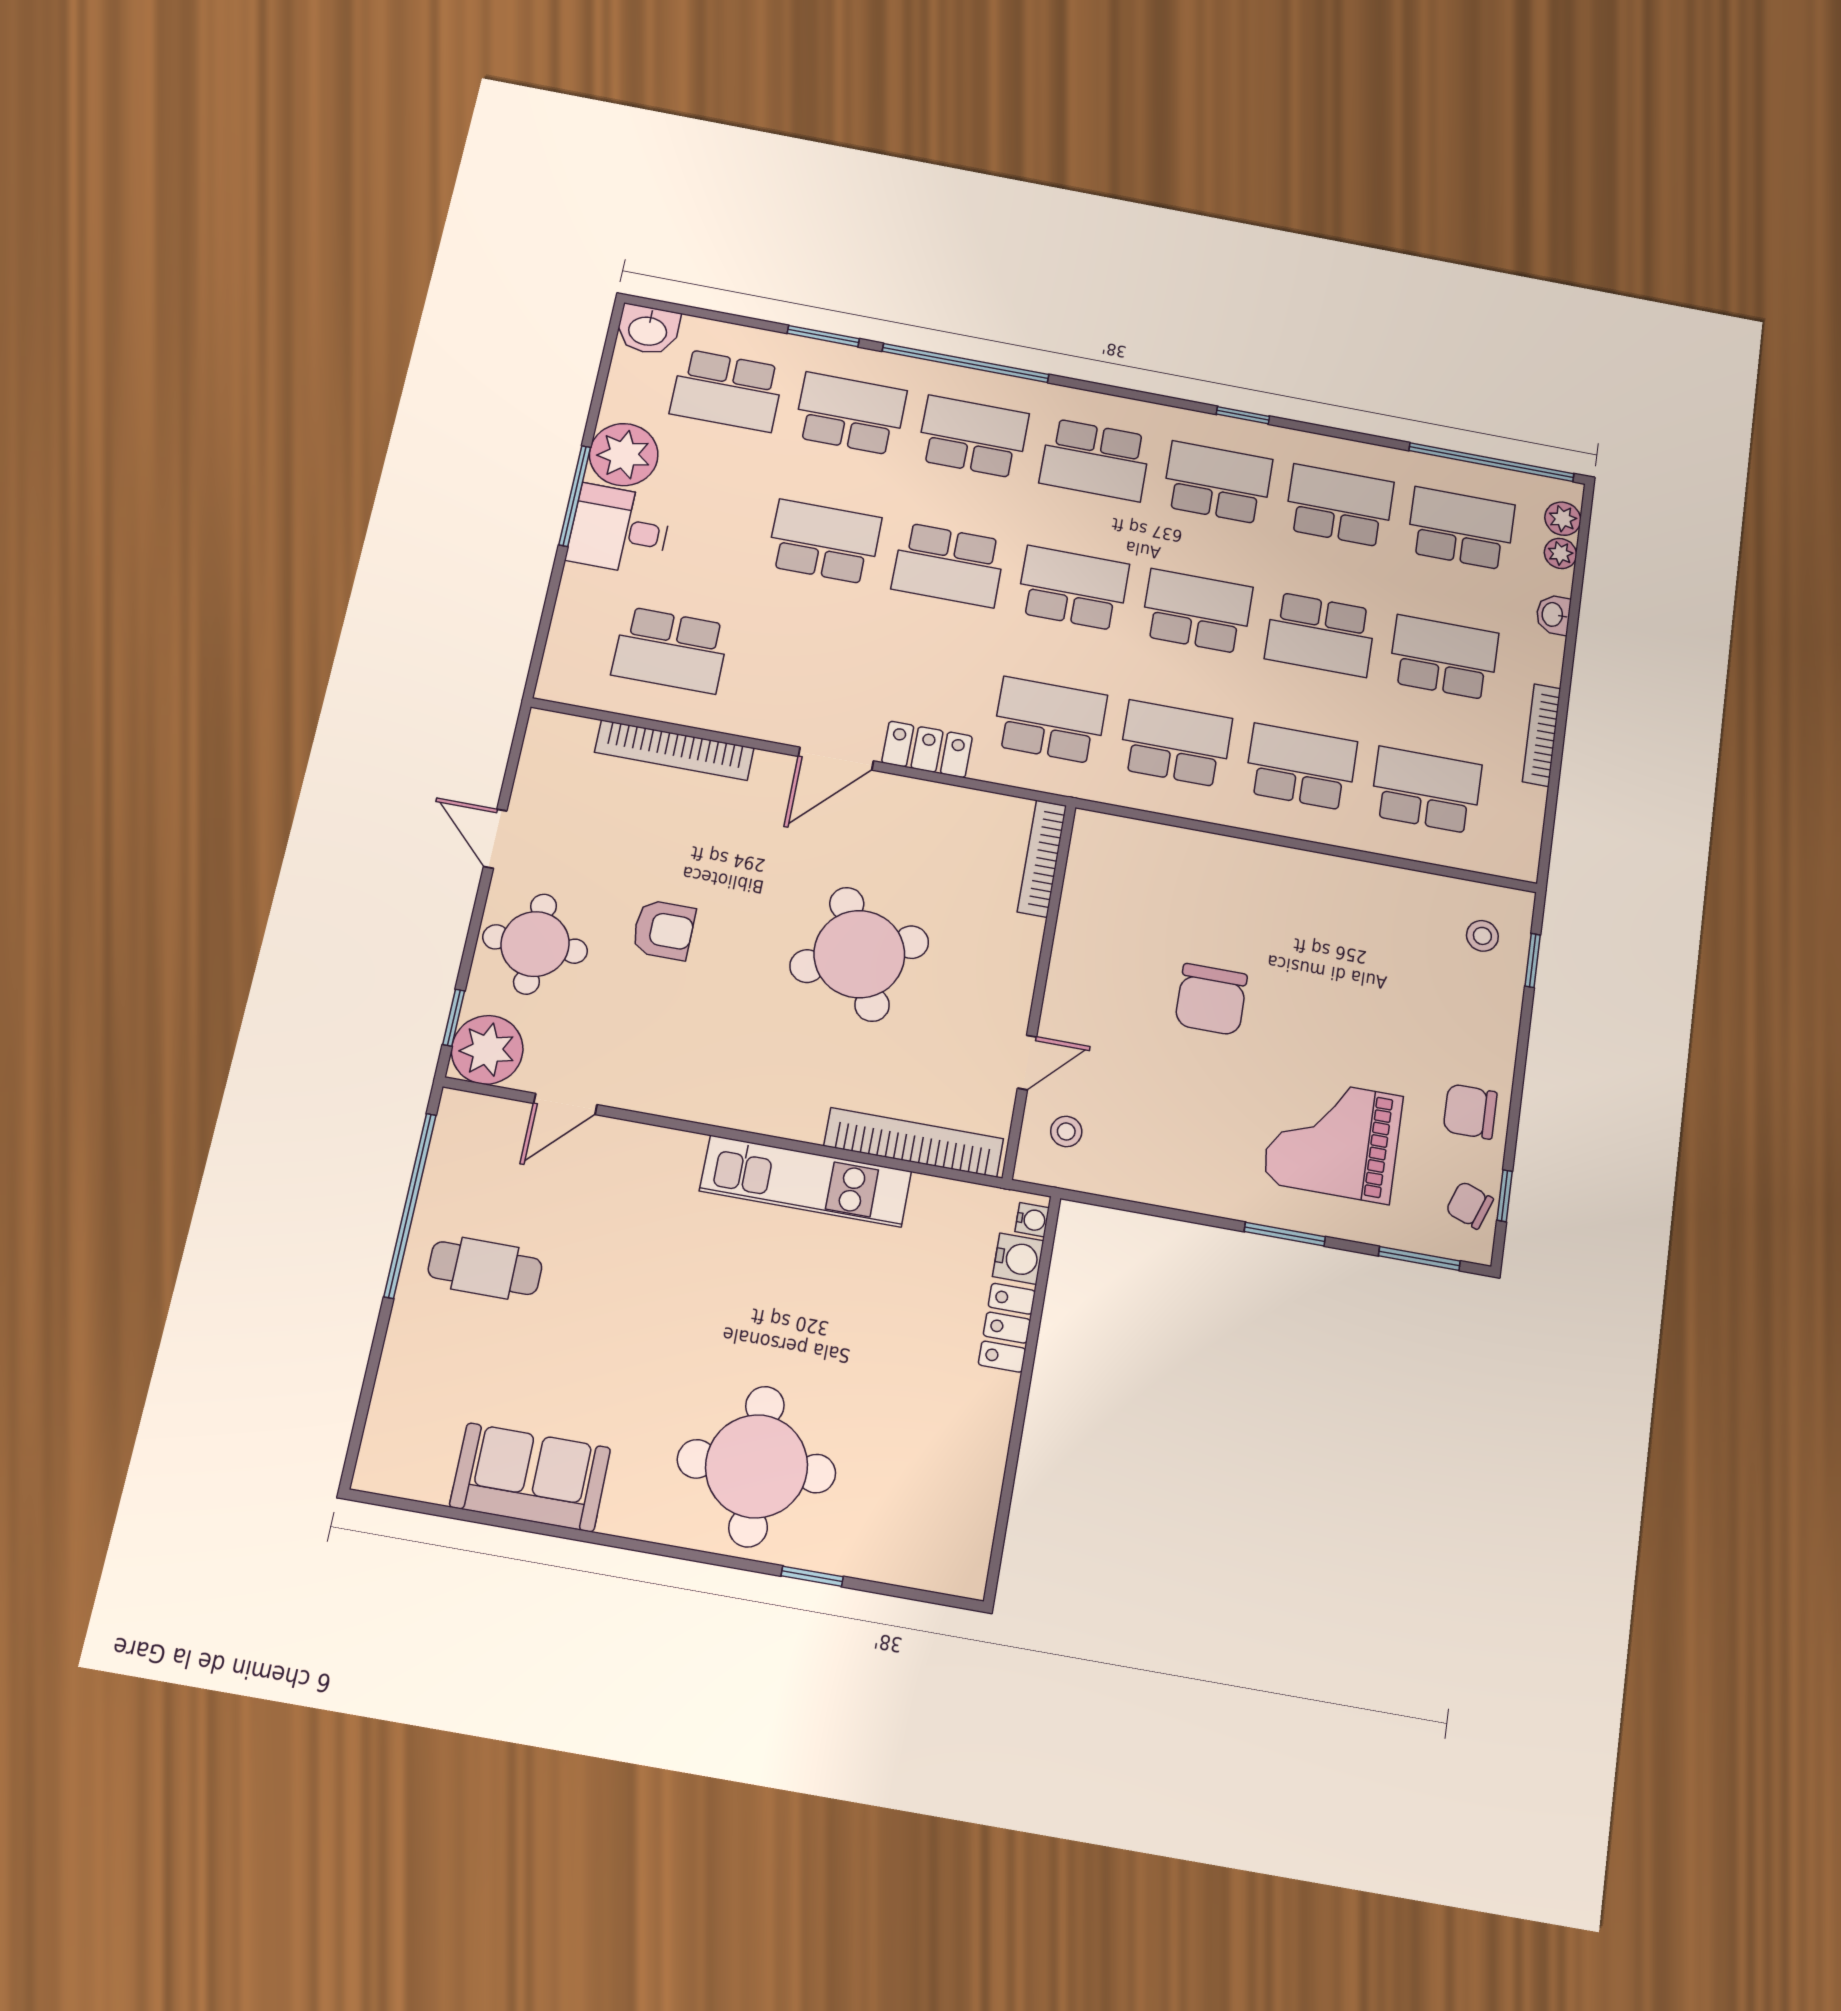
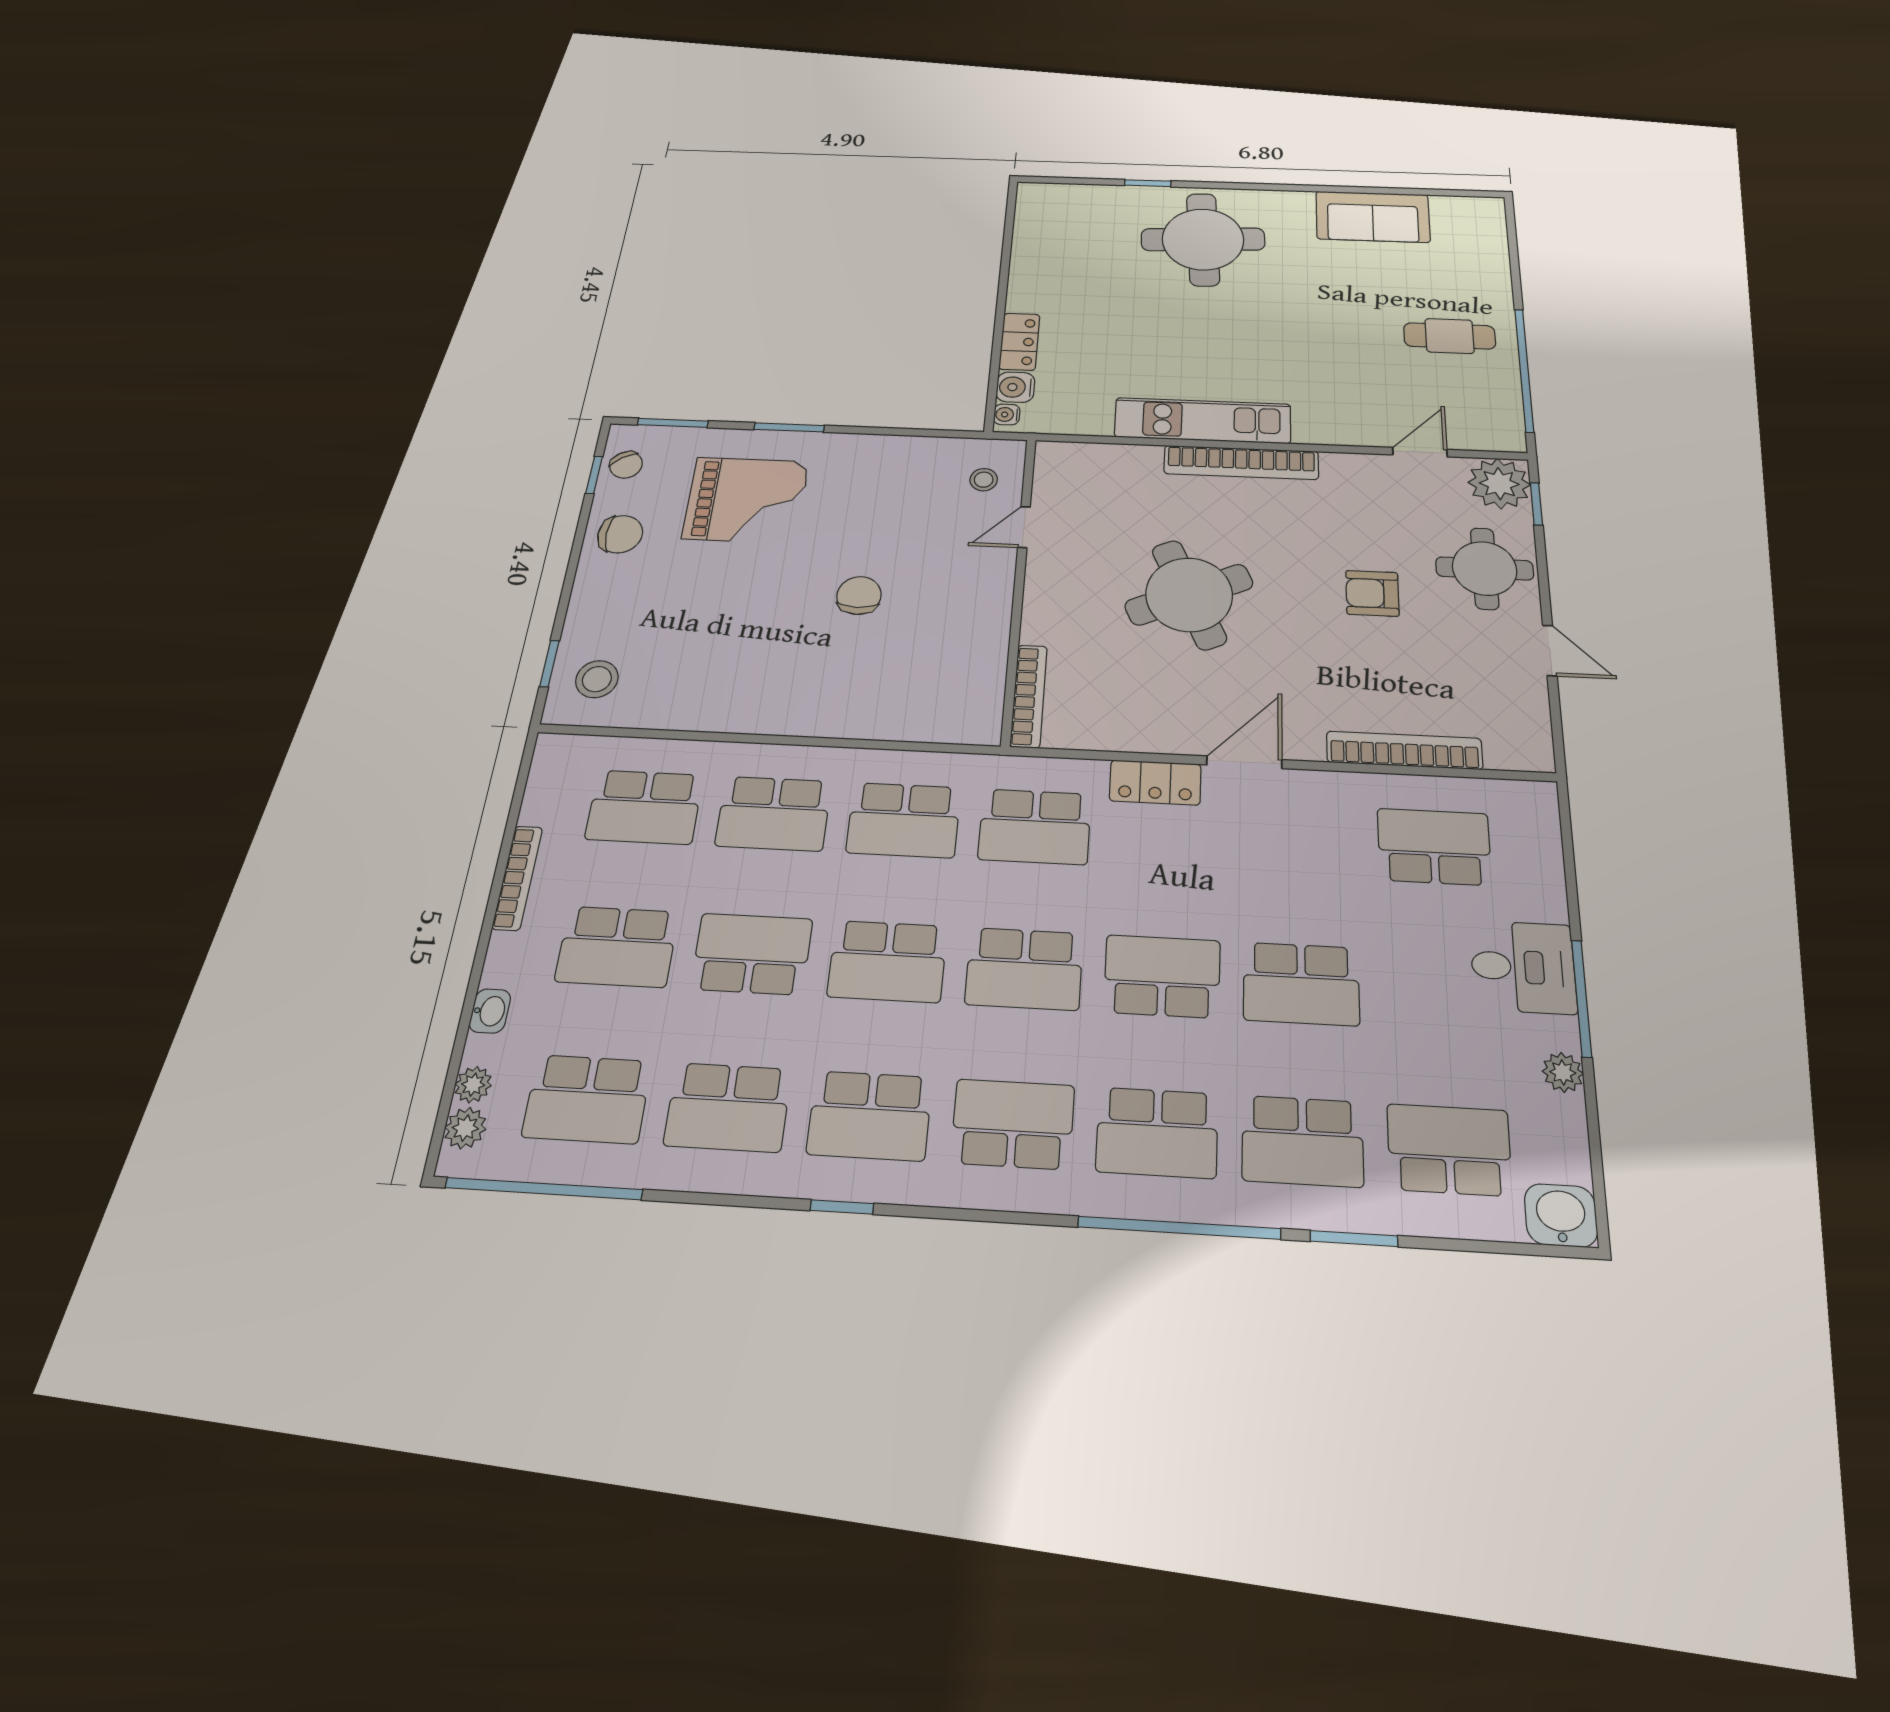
plant: (624, 455) -> (1563, 1072), width x0.53, depth x0.53
stool: (1482, 936) -> (597, 679), width x1.37, depth x1.37
chair: (1211, 999) -> (859, 595), width x0.73, depth x0.73
bookcase: (914, 1142) -> (1241, 462), moved
chair: (1470, 1205) -> (626, 465), turned 37

